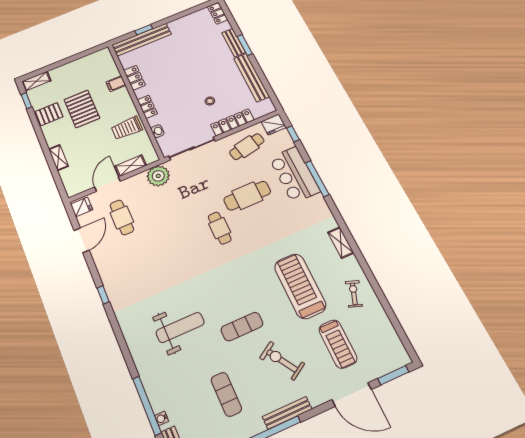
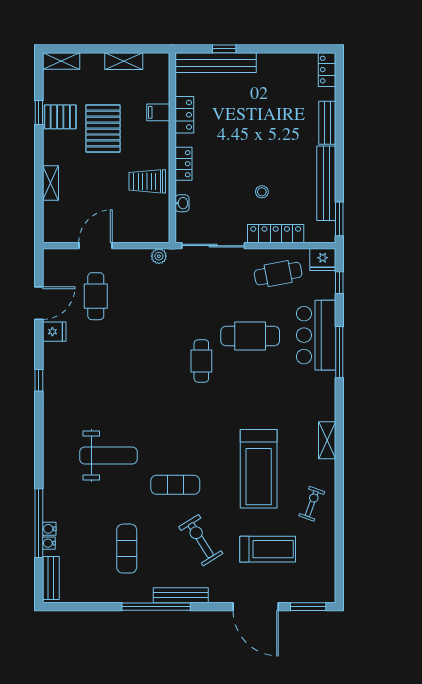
window: (245, 45) -> (339, 219), moved
window: (26, 101) -> (39, 113), moved
shelving: (131, 166) -> (124, 61), moved
plant: (158, 176) -> (159, 256), width x0.53, depth x0.53
fridge: (82, 207) -> (54, 332), moved
treadmill: (300, 286) -> (259, 469), turned 180
treadmill: (338, 344) -> (268, 549), turned -90
water cooler: (157, 406) -> (49, 529), added

